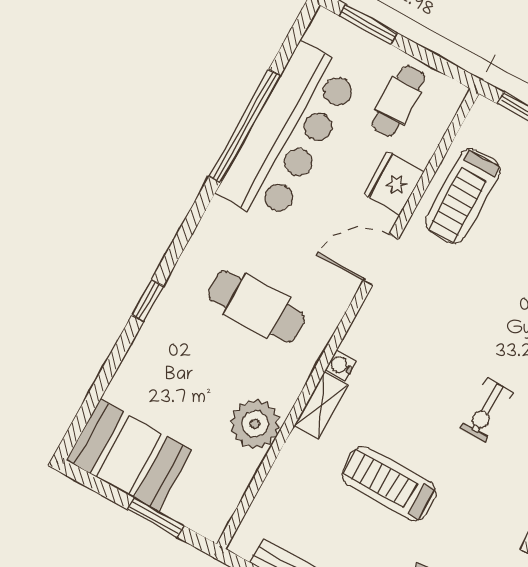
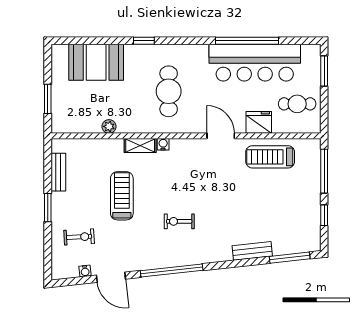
plant: (255, 424) -> (109, 126), width x0.53, depth x0.53
booth: (129, 455) -> (96, 62), moved, turned 90

